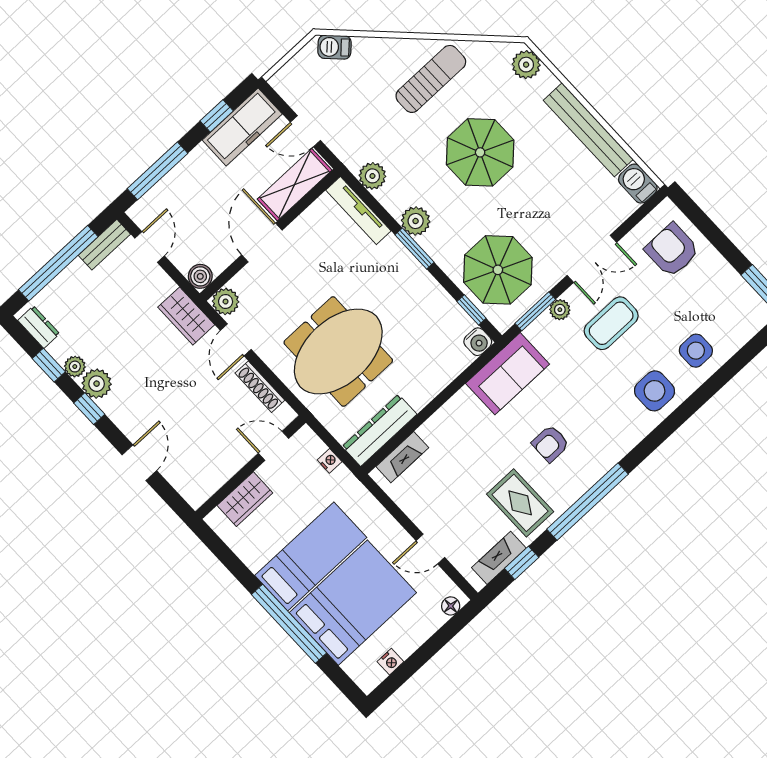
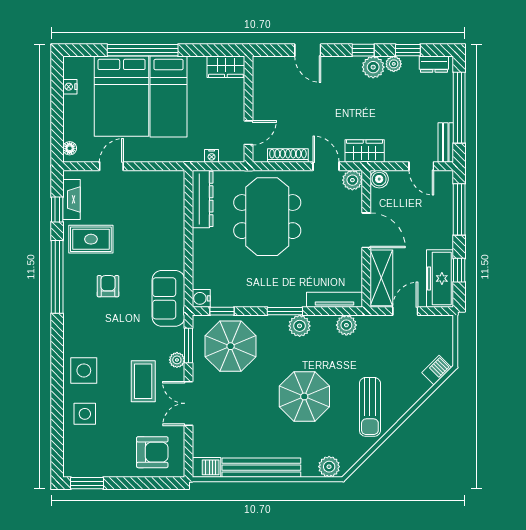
fireplace: (402, 457) -> (176, 198), removed
wardrobe: (245, 499) -> (226, 67), moved, turned -90

